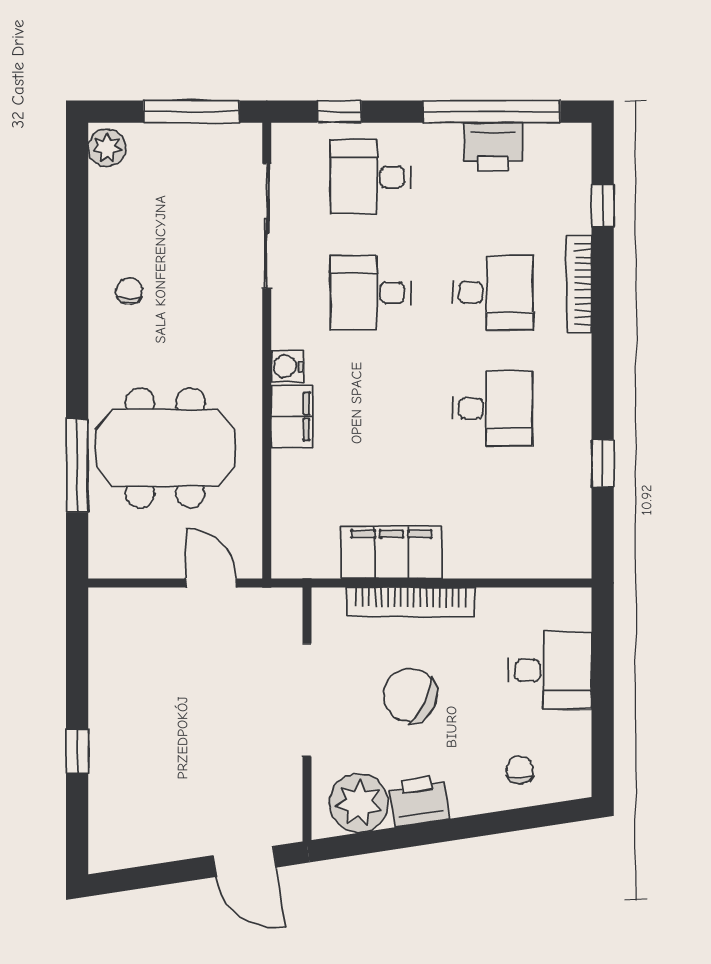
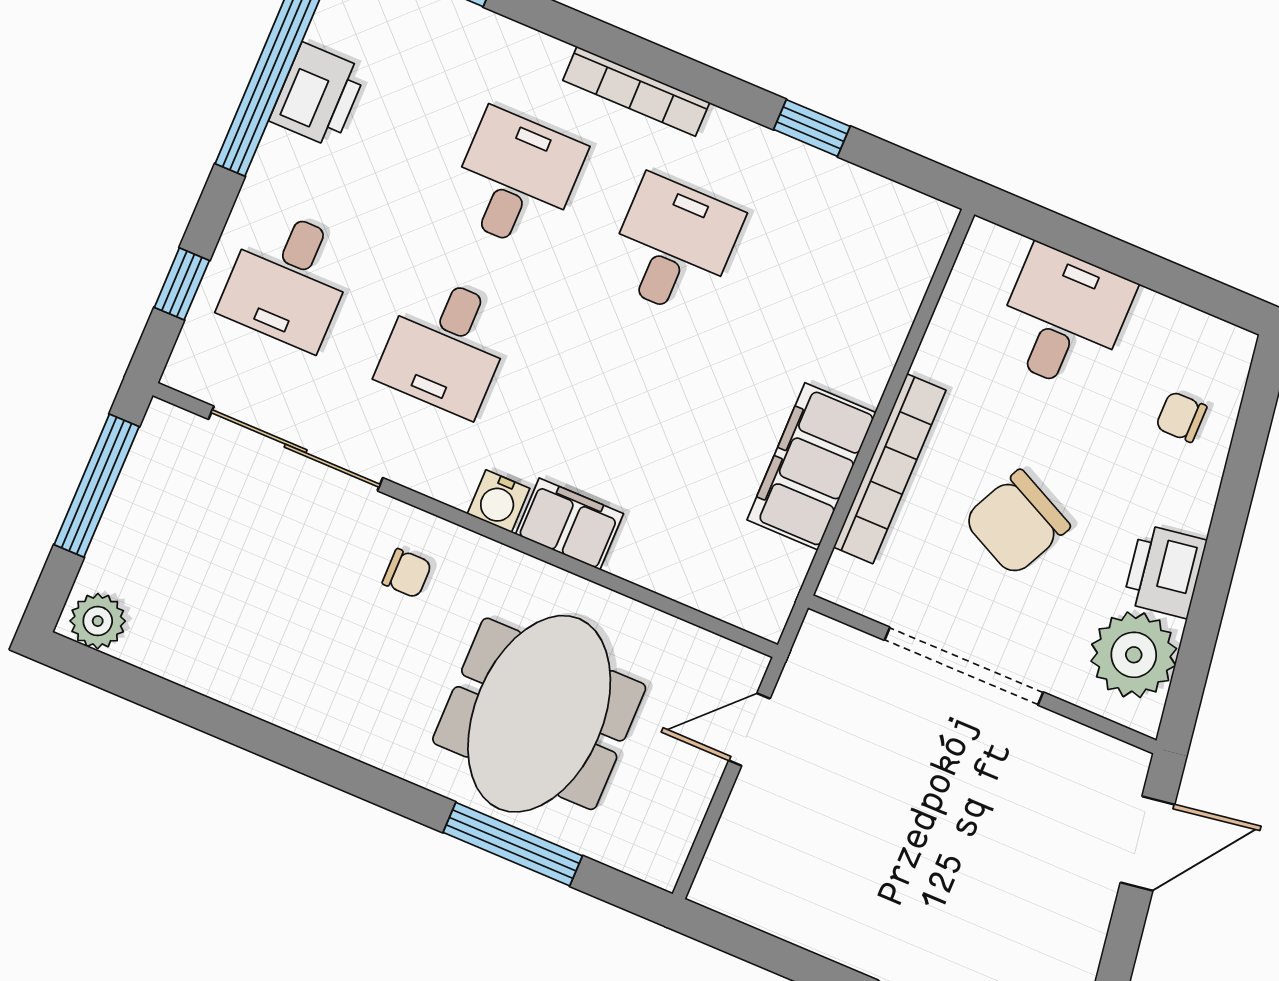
bookcase: (579, 284) -> (636, 91), moved
chair: (129, 291) -> (407, 573), moved, turned 180

